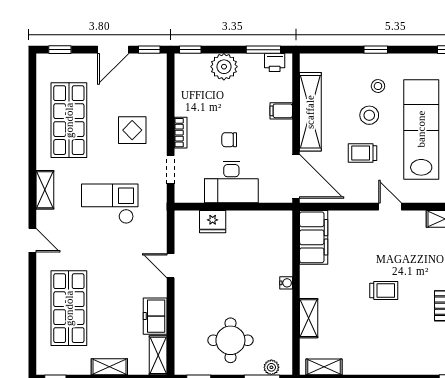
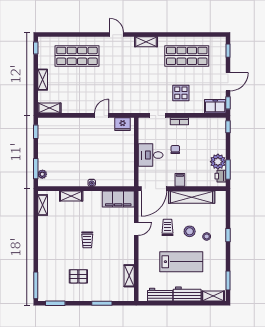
door: (113, 50) -> (228, 82), swing flipped
plant: (224, 67) -> (218, 162), moved
filing cabinet: (281, 111) -> (180, 180), moved
lab bench: (421, 129) -> (181, 262), width x0.73
desk: (231, 182) -> (151, 155), width x0.73
checkout: (110, 204) -> (138, 80), removed
door: (390, 207) -> (136, 229), moved
fridge: (213, 222) -> (123, 124), moved, turned -90
door: (32, 240) -> (117, 35), swing flipped
freezer: (155, 316) -> (215, 106), moved
round table: (230, 340) -> (58, 150), removed

